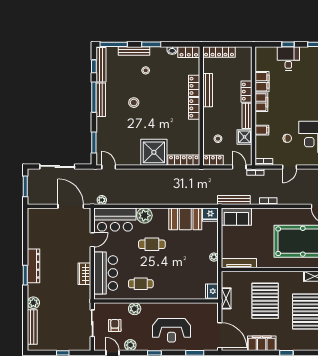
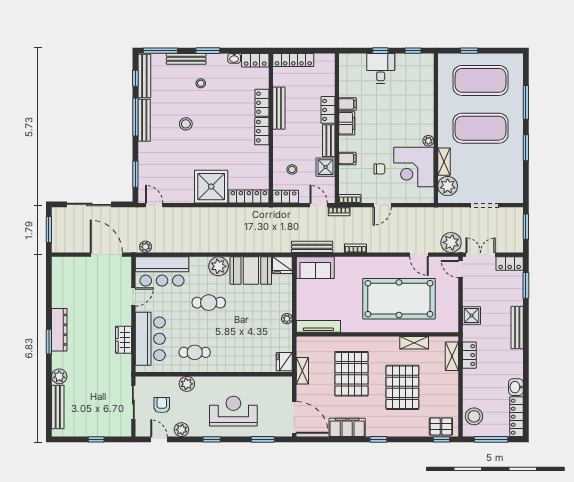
filing cabinet: (262, 82) -> (348, 104), width x0.50
plant: (144, 216) -> (219, 266), moved
reception desk: (171, 330) -> (233, 411), turned 180

